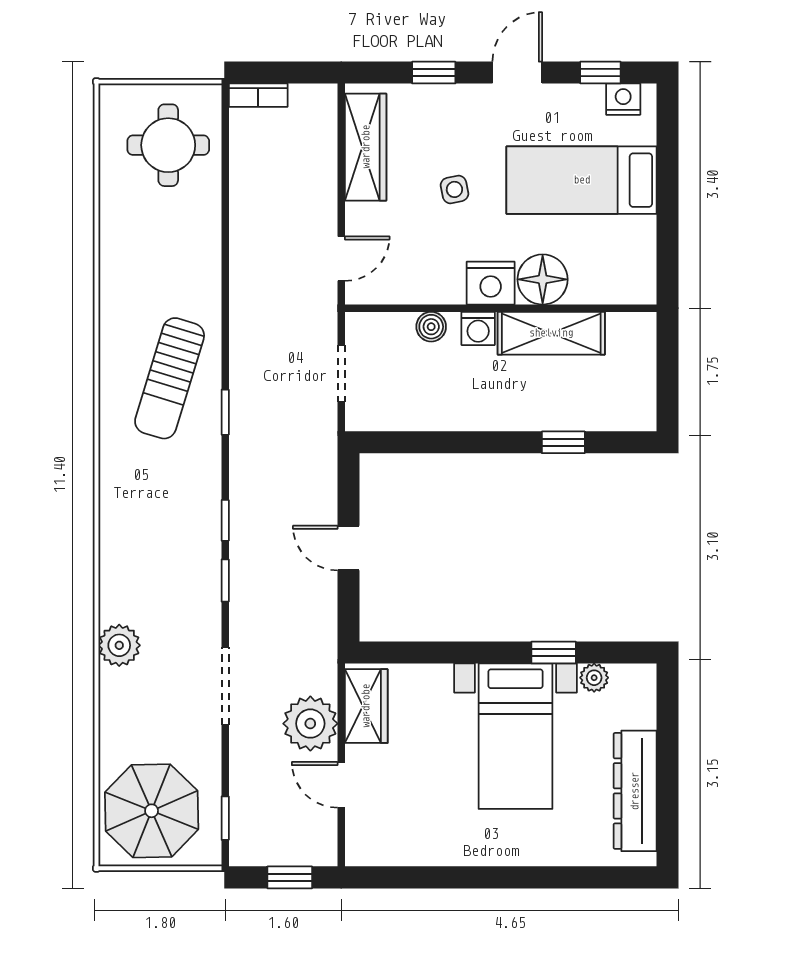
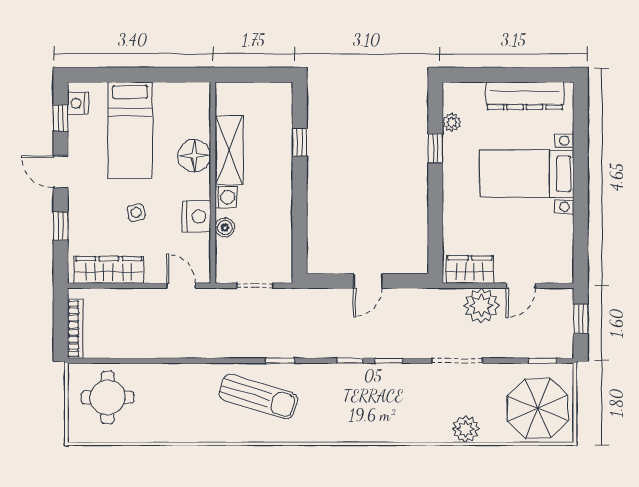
bookcase: (258, 95) -> (75, 329), width x1.56
nightstand: (491, 283) -> (197, 216), moved
plant: (119, 645) -> (466, 429), moved
bed with nightstands: (516, 736) -> (527, 174), moved, turned 180

